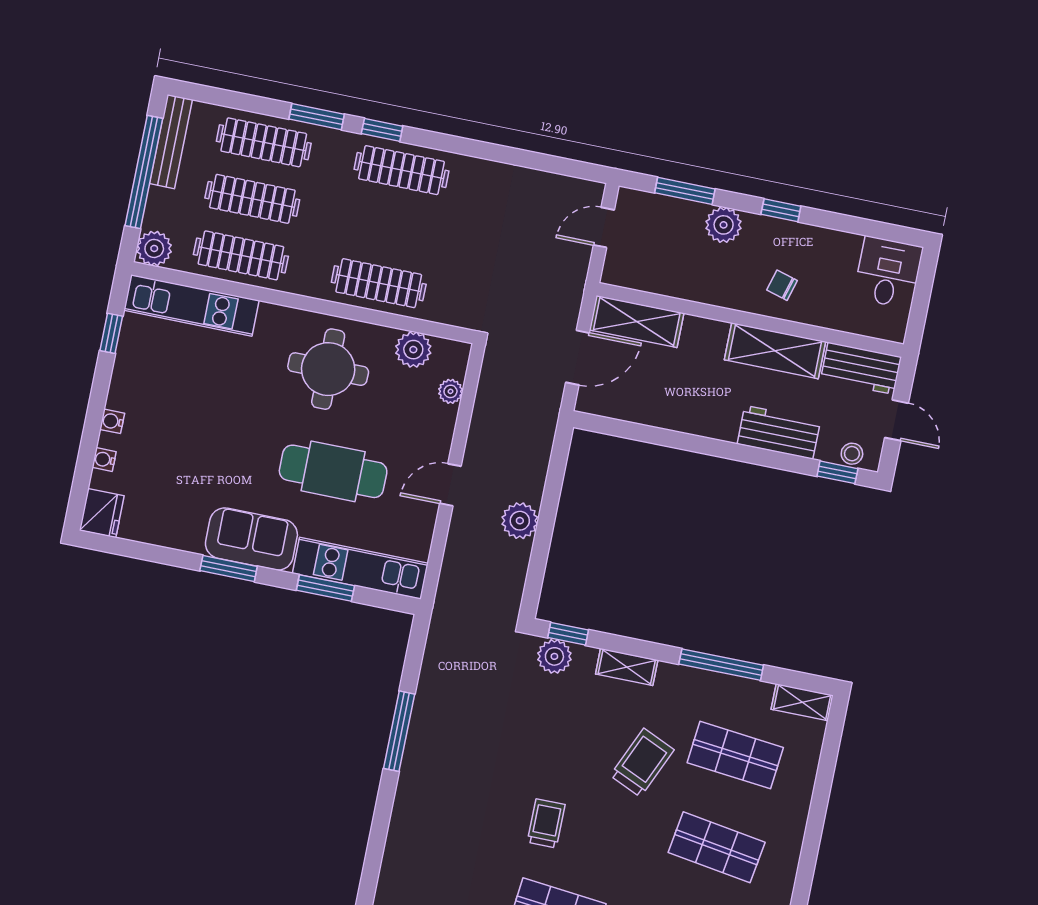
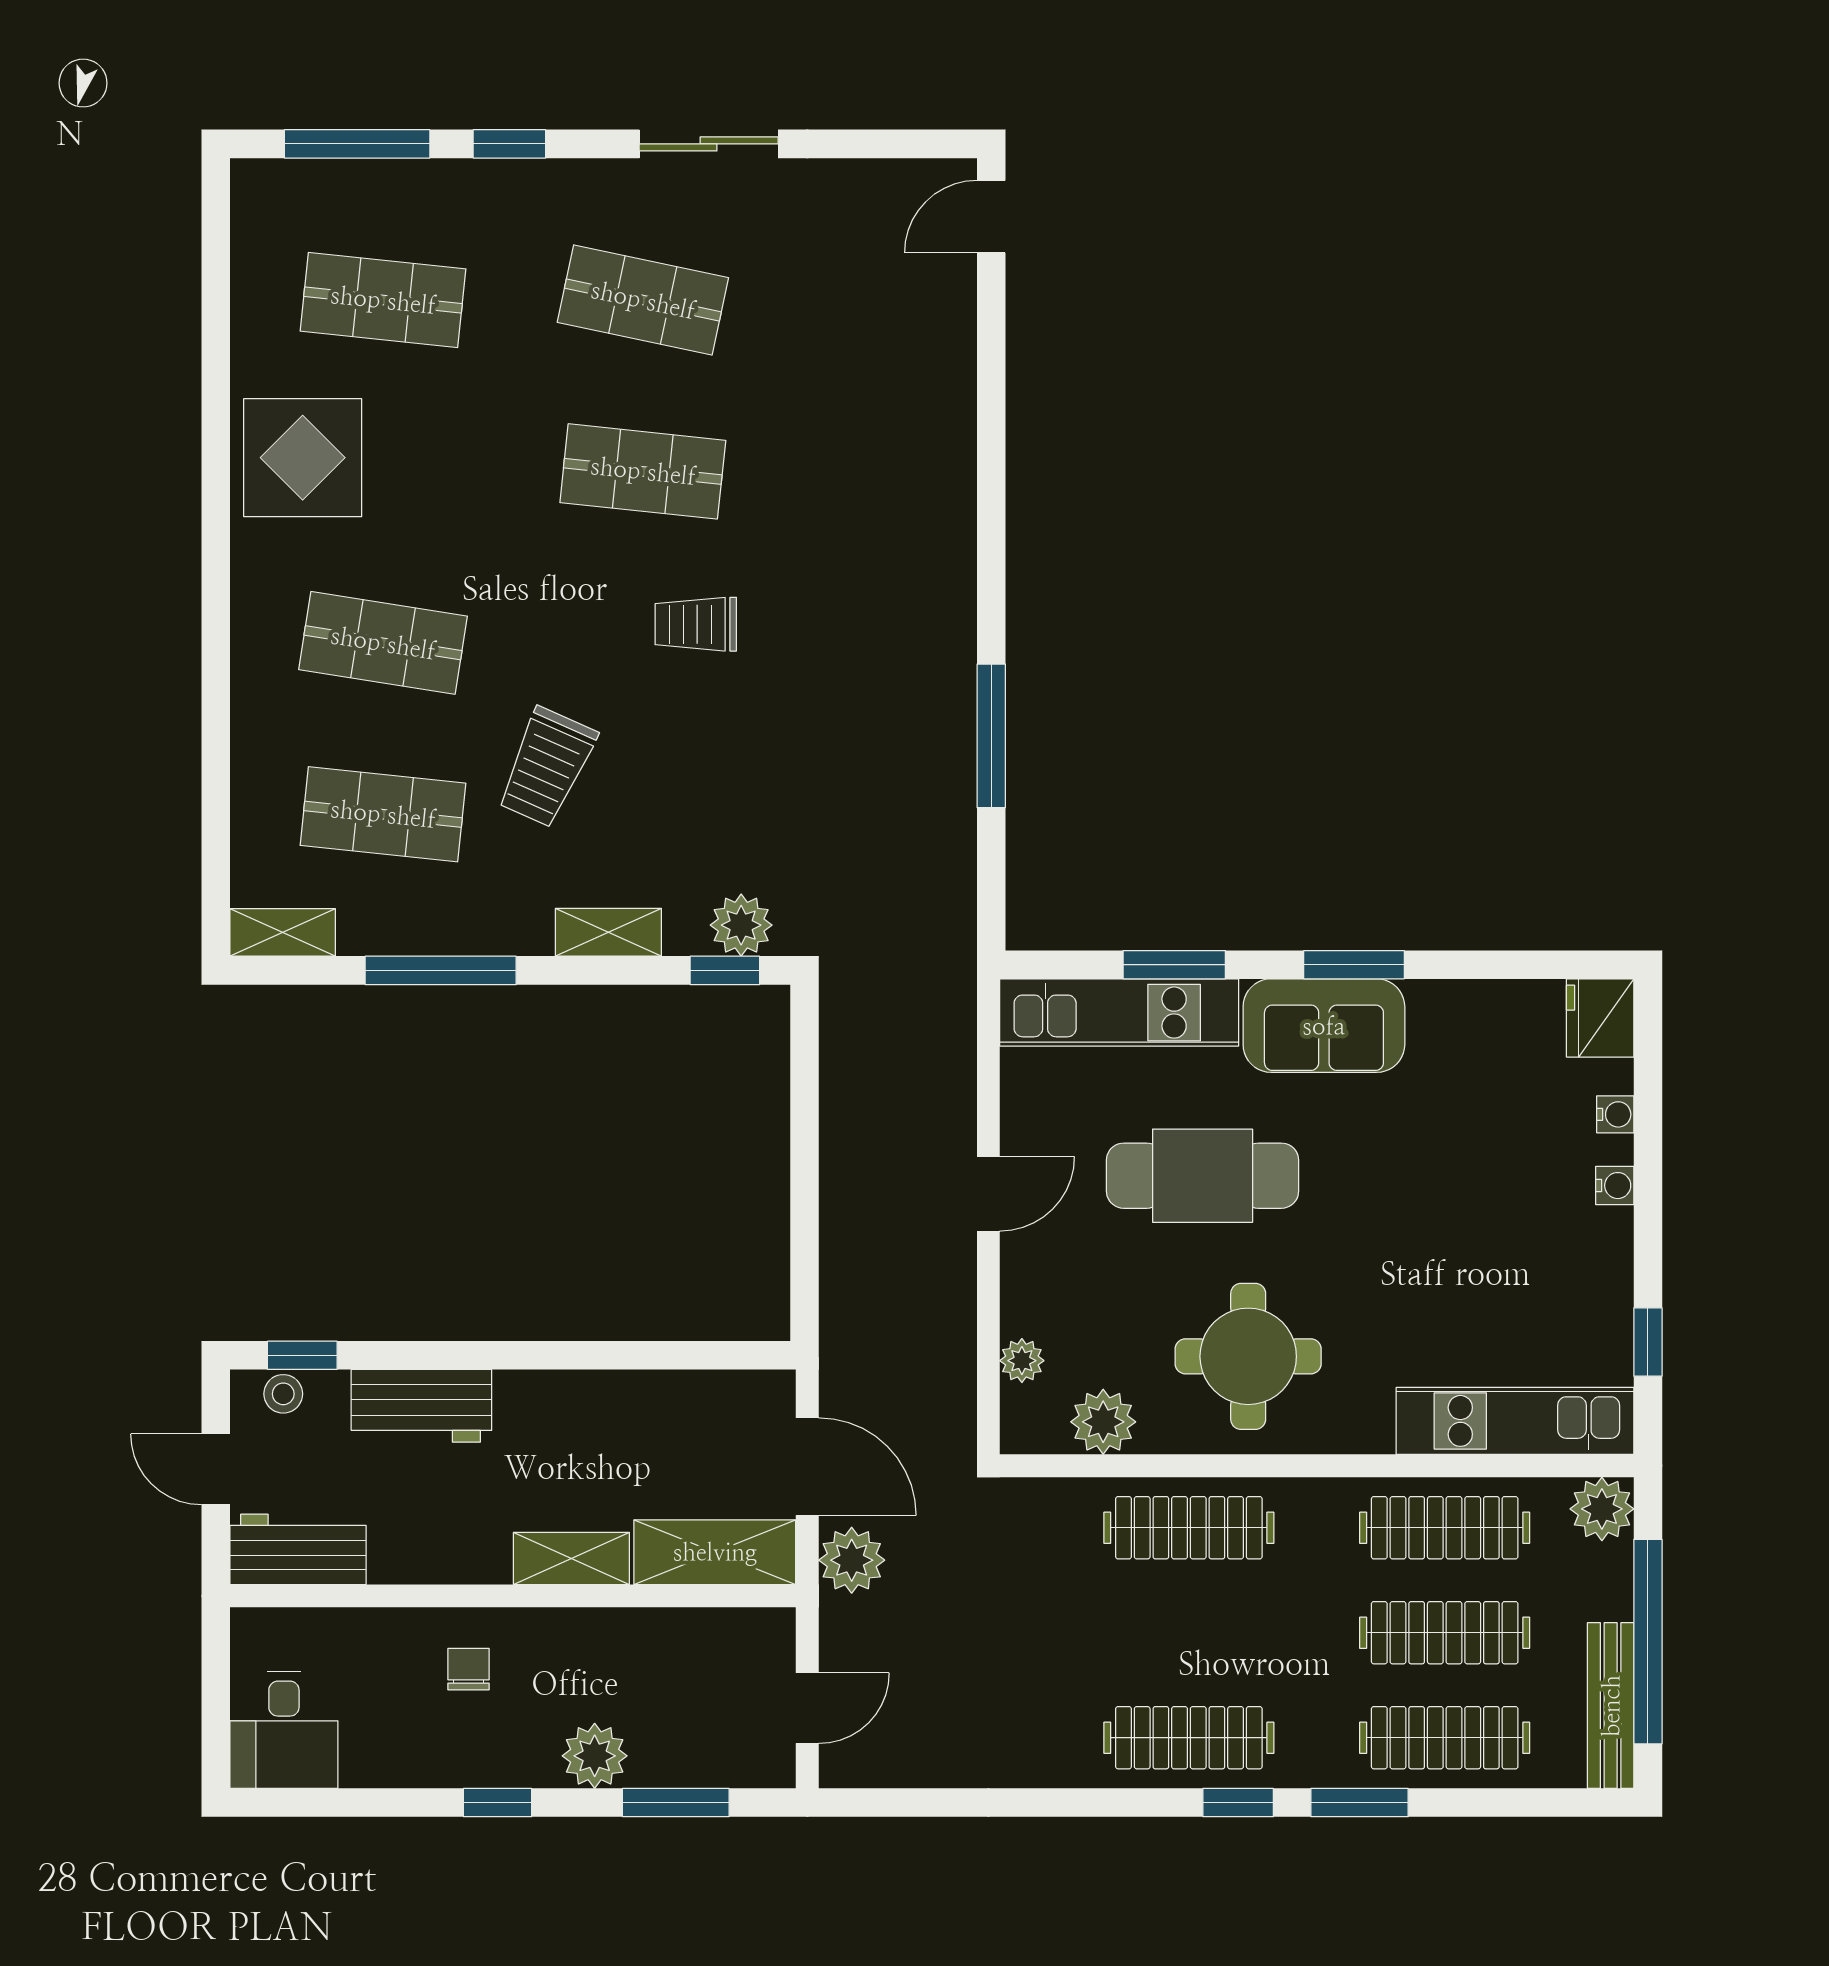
chair: (782, 285) -> (468, 1669), turned -106
shelving: (775, 351) -> (571, 1559), moved, width x0.67, depth x0.75
door: (578, 358) -> (807, 1467), swing flipped
plant: (520, 521) -> (852, 1560), moved
trolley: (546, 823) -> (696, 624), turned 90

